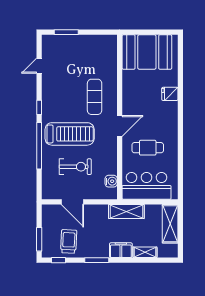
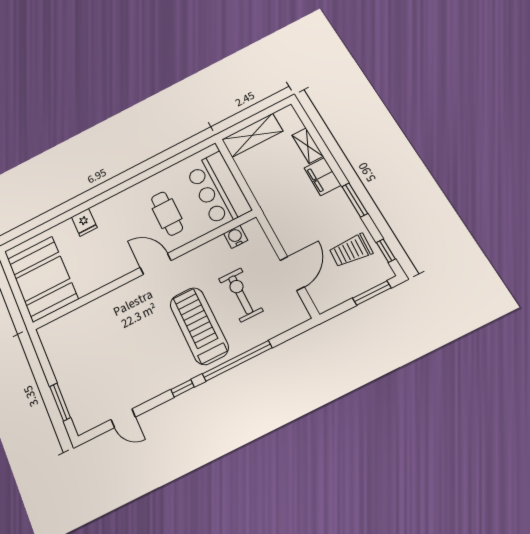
exercise mat: (95, 97) -> (132, 317), removed
shelving: (126, 212) -> (266, 196), removed

